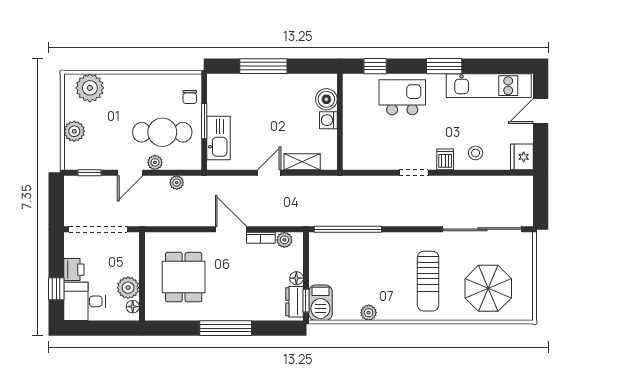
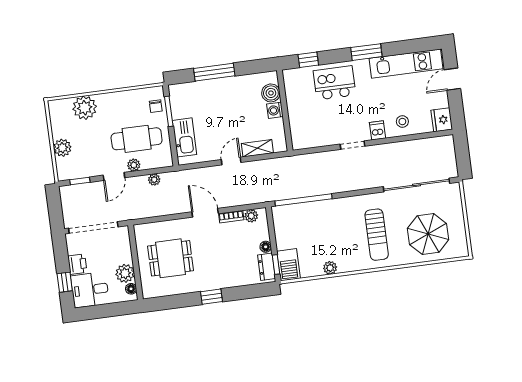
plant: (90, 88) -> (85, 108), moved
window: (204, 121) -> (169, 111), moved
dining table: (184, 277) -> (171, 258), turned 90
window: (226, 328) -> (212, 297), width x0.46

